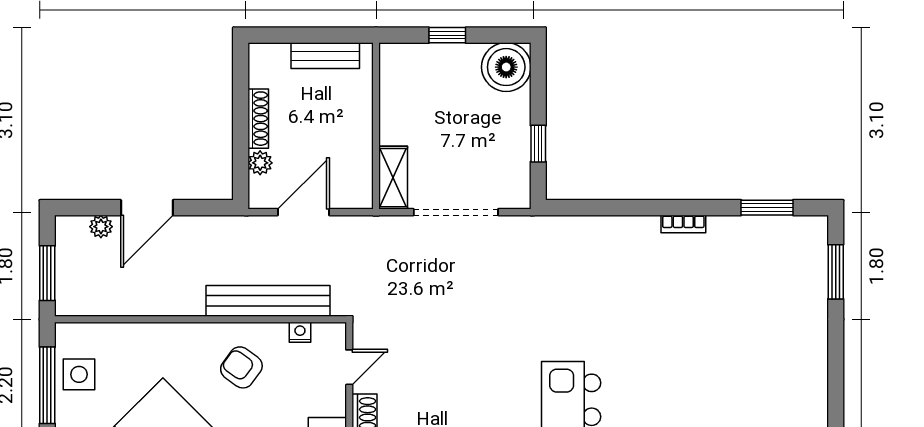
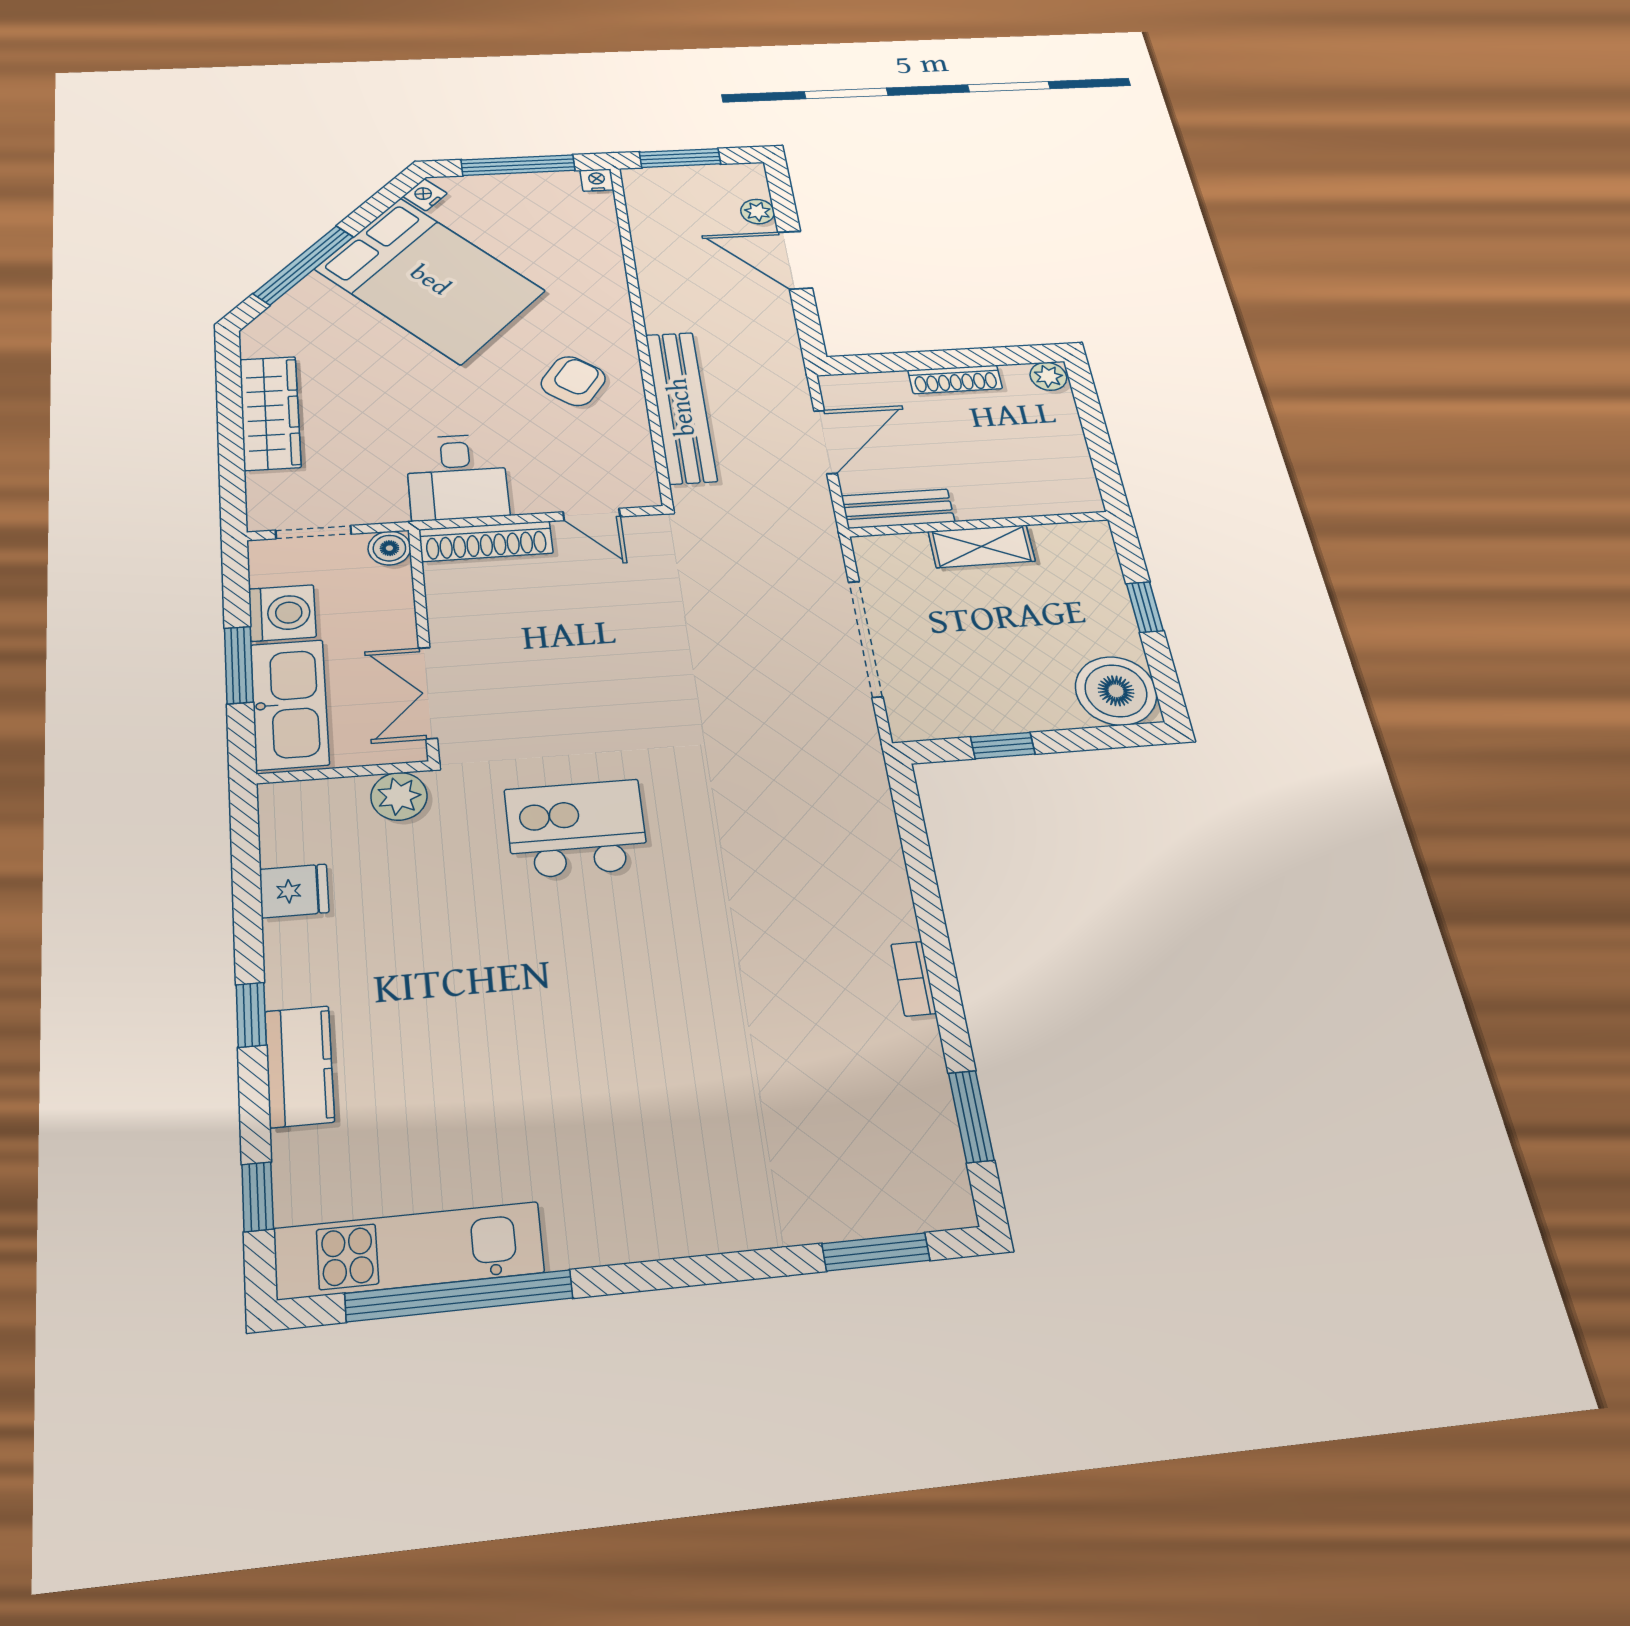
bench: (325, 56) -> (898, 509), moved, turned 90
plant: (260, 163) -> (1048, 376), moved
shelving: (393, 178) -> (982, 546), moved
door: (304, 212) -> (826, 442), hinge flipped
nightstand: (300, 332) -> (597, 180), moved, turned -90
side table: (79, 374) -> (538, 198), removed

